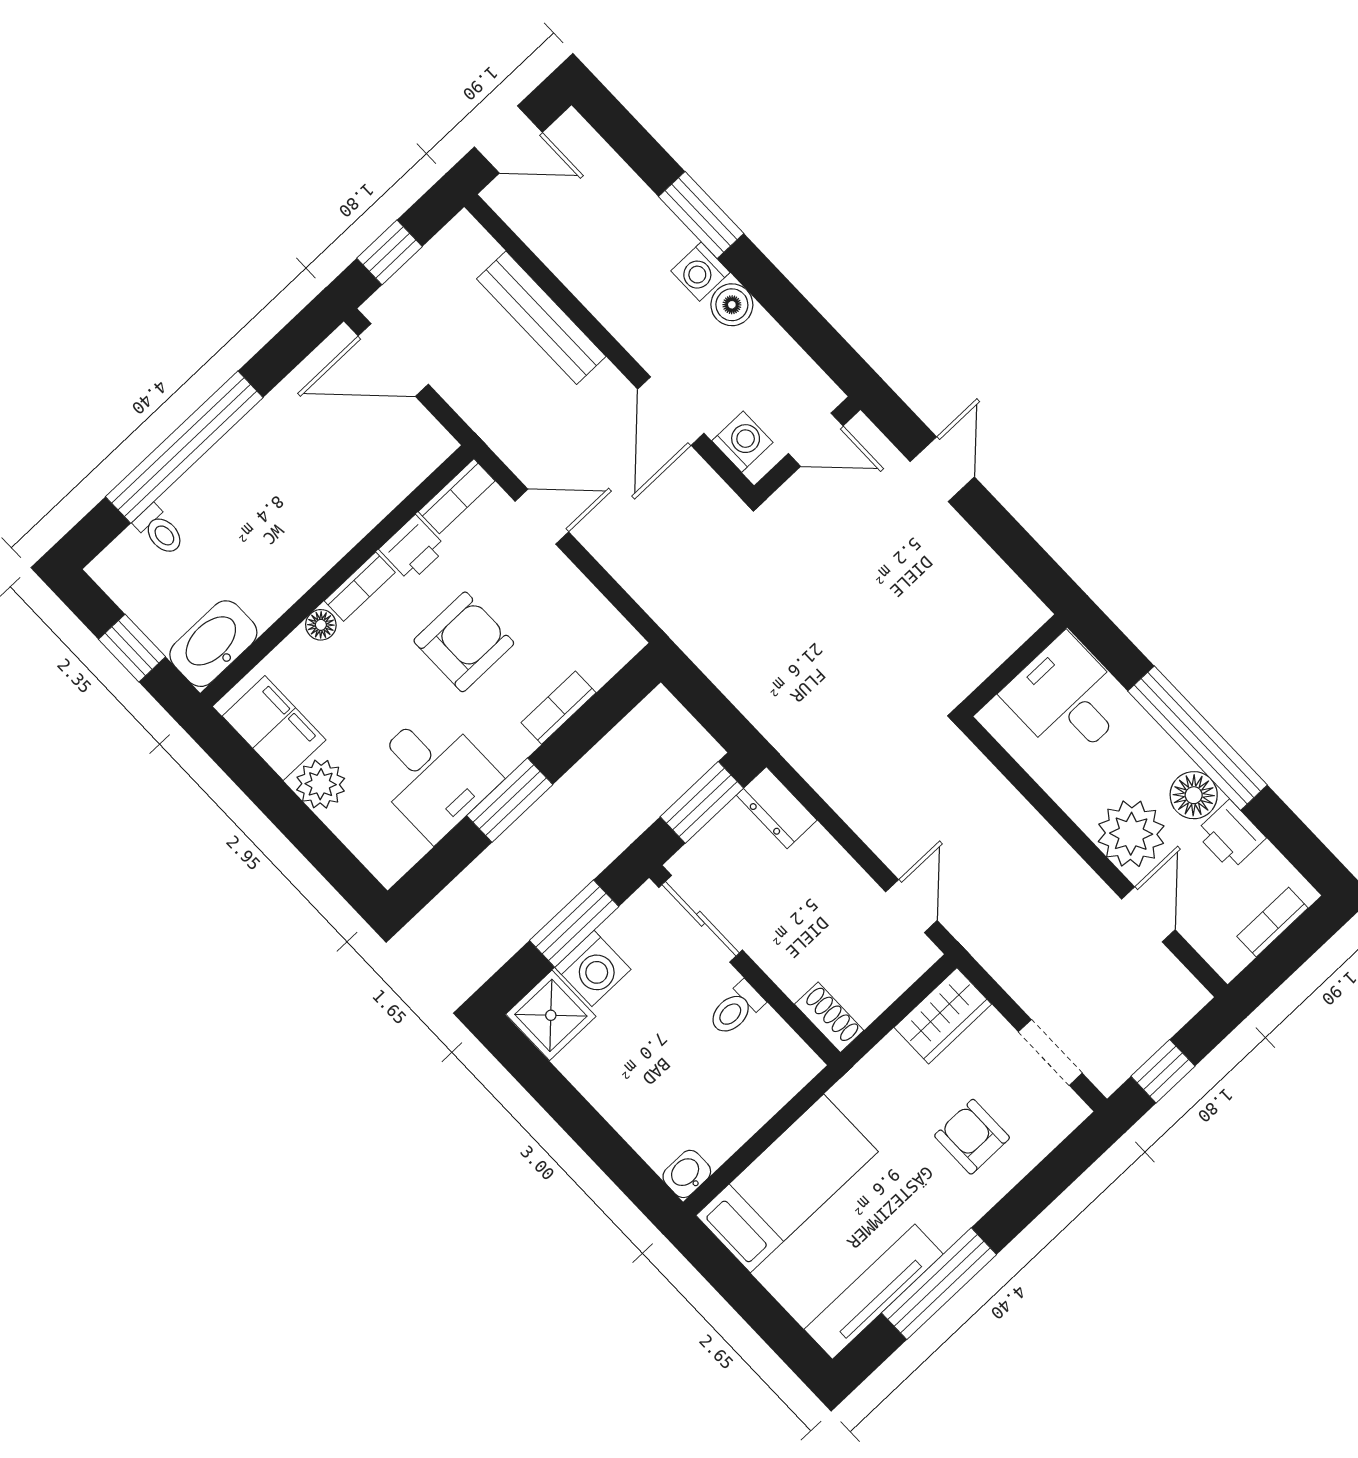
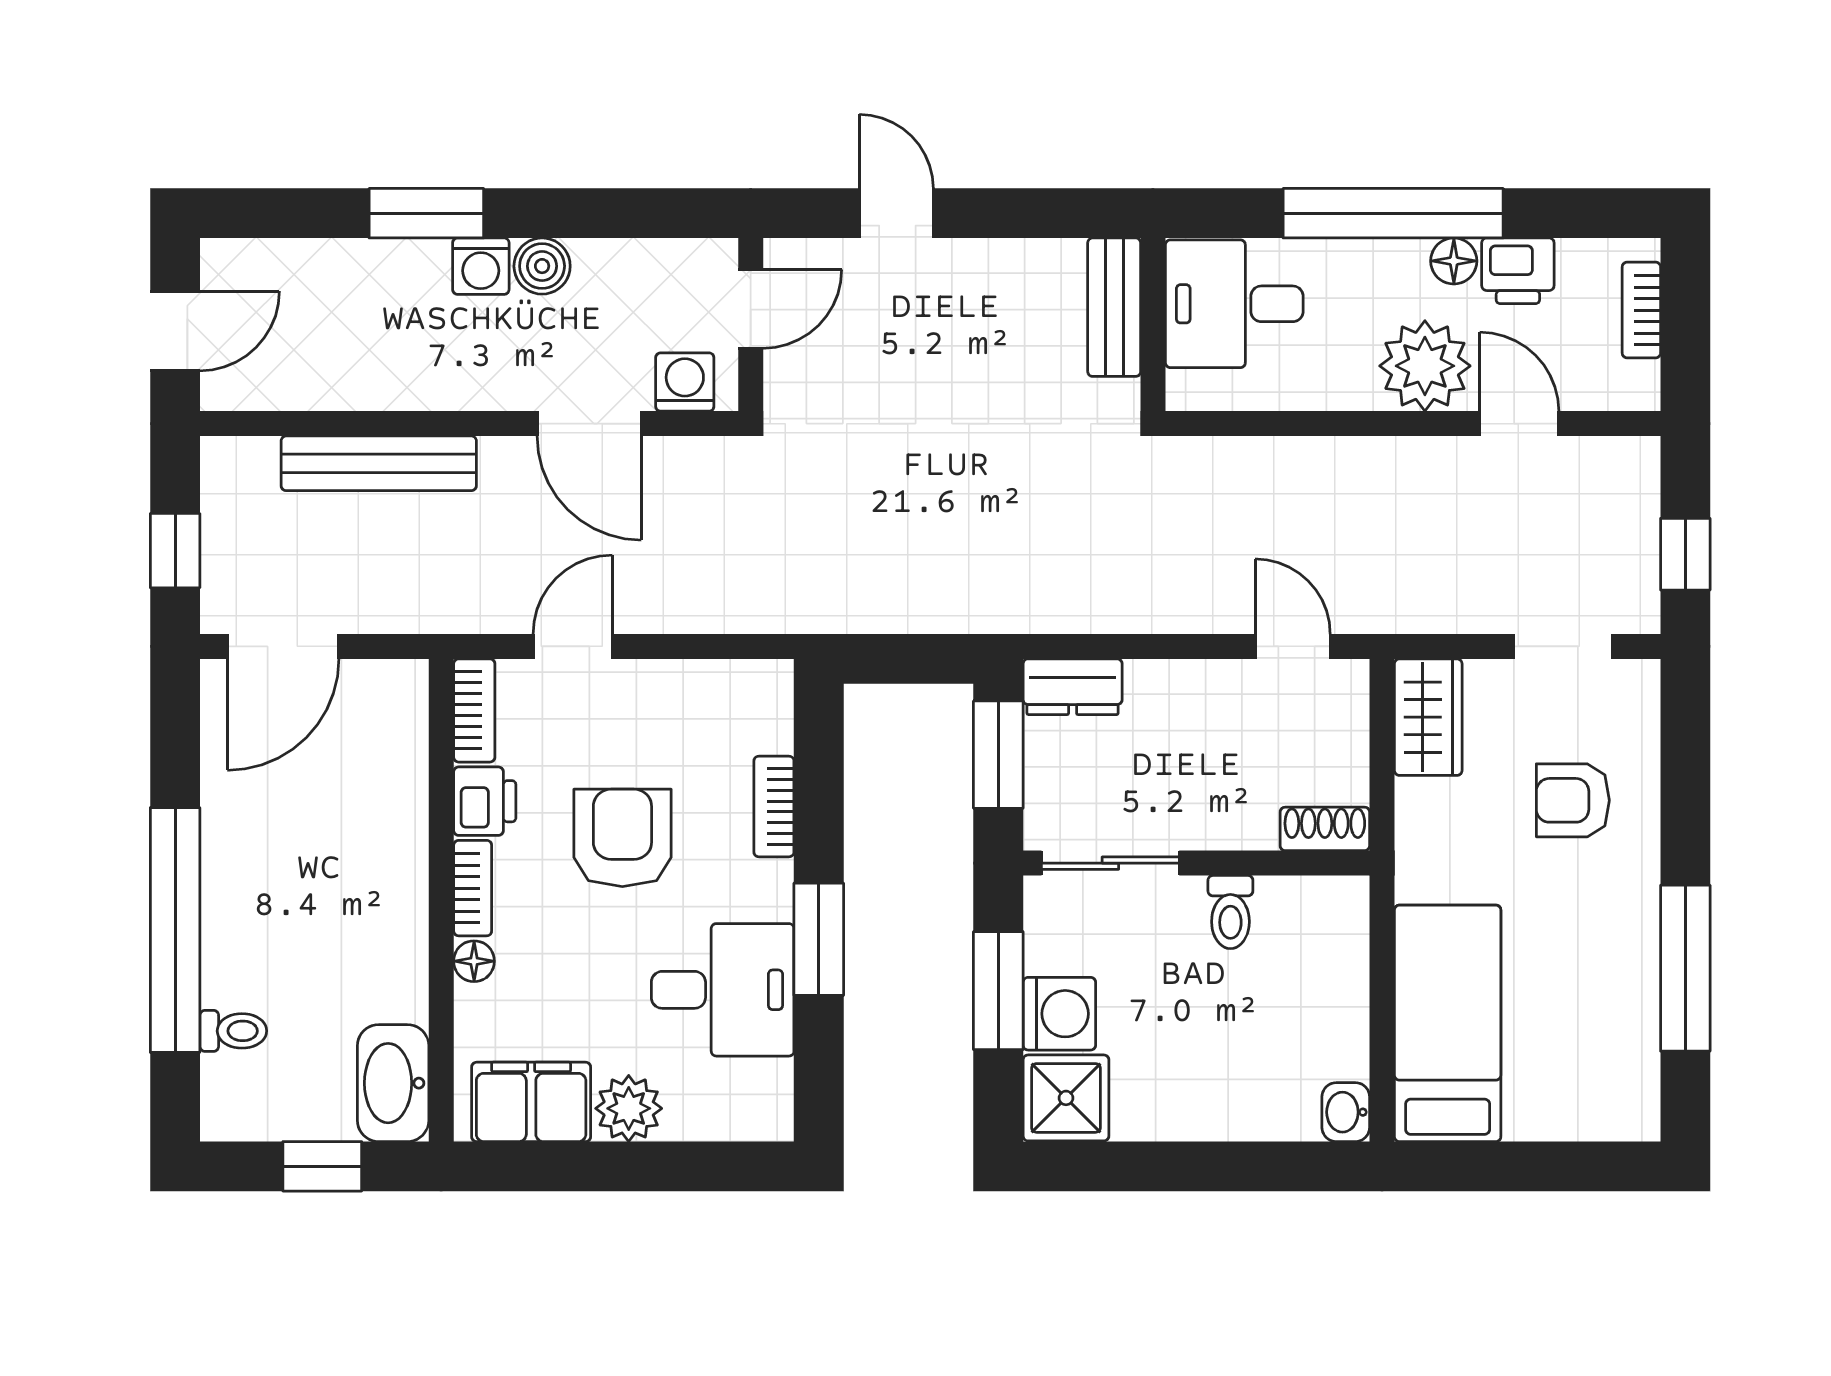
bench: (1003, 635) -> (1114, 307), added
floor lamp: (1194, 795) -> (1454, 261), width x0.73, depth x0.73
tv unit: (874, 1292) -> (1633, 1039), removed

